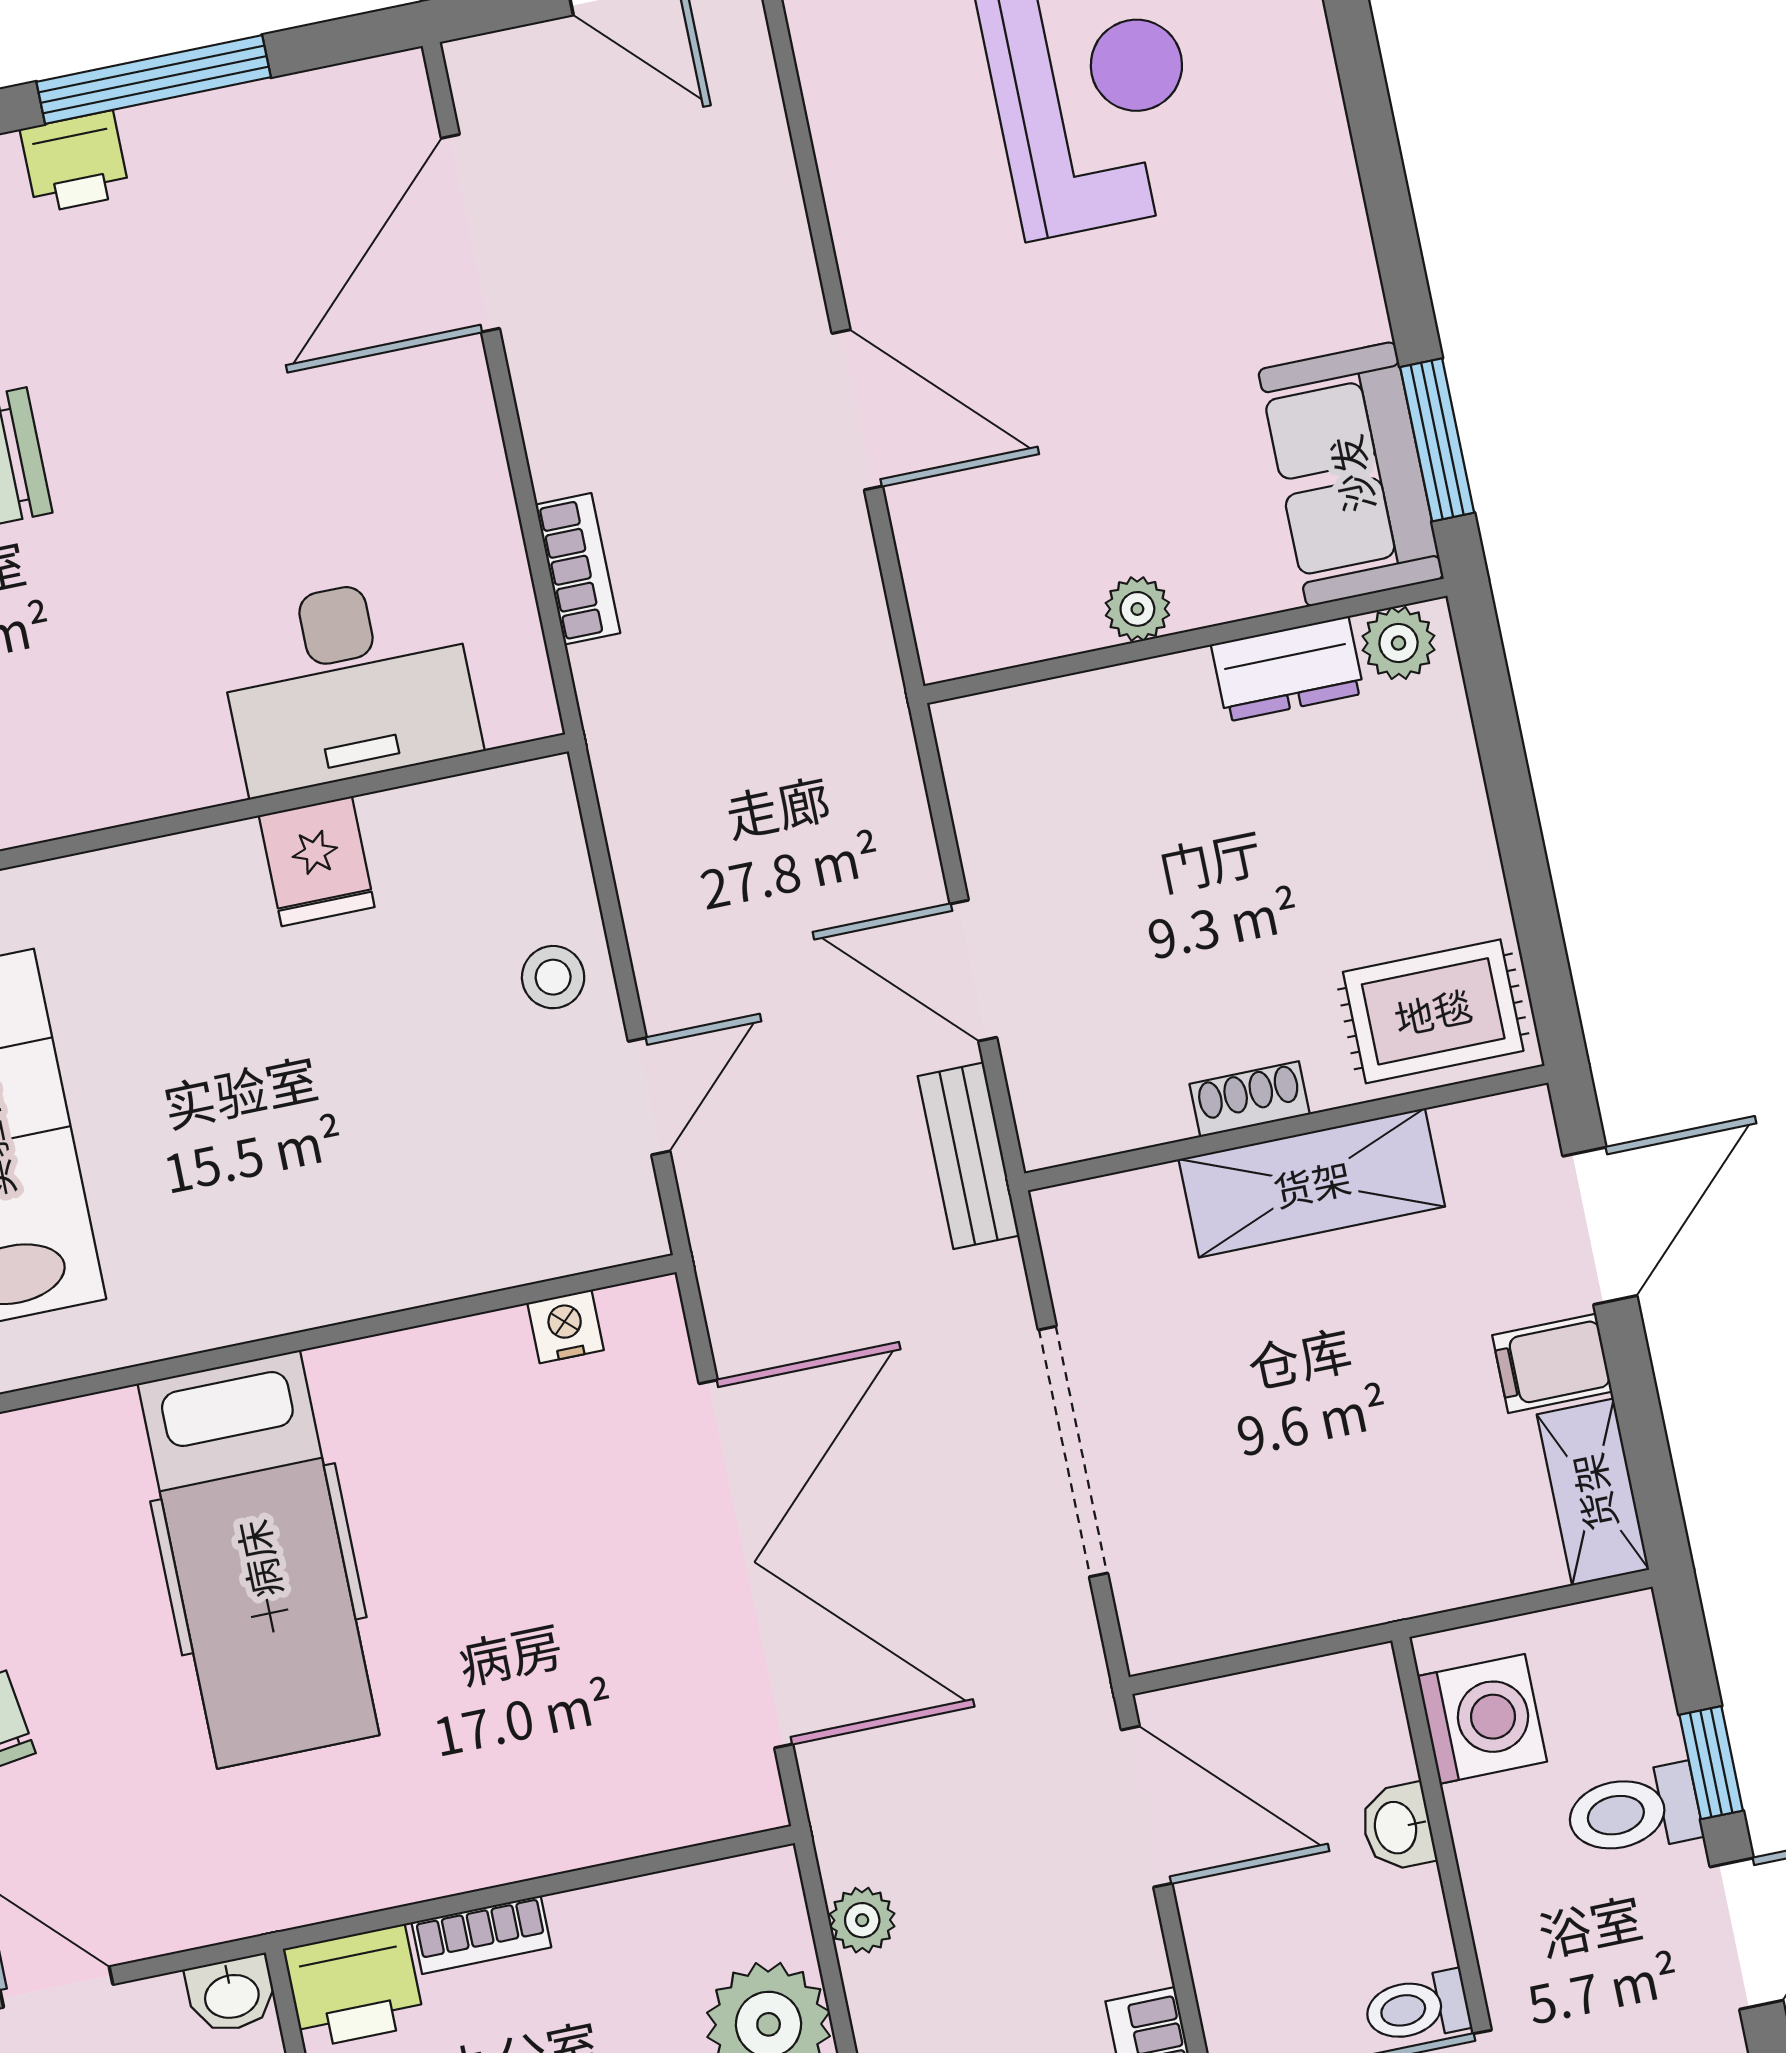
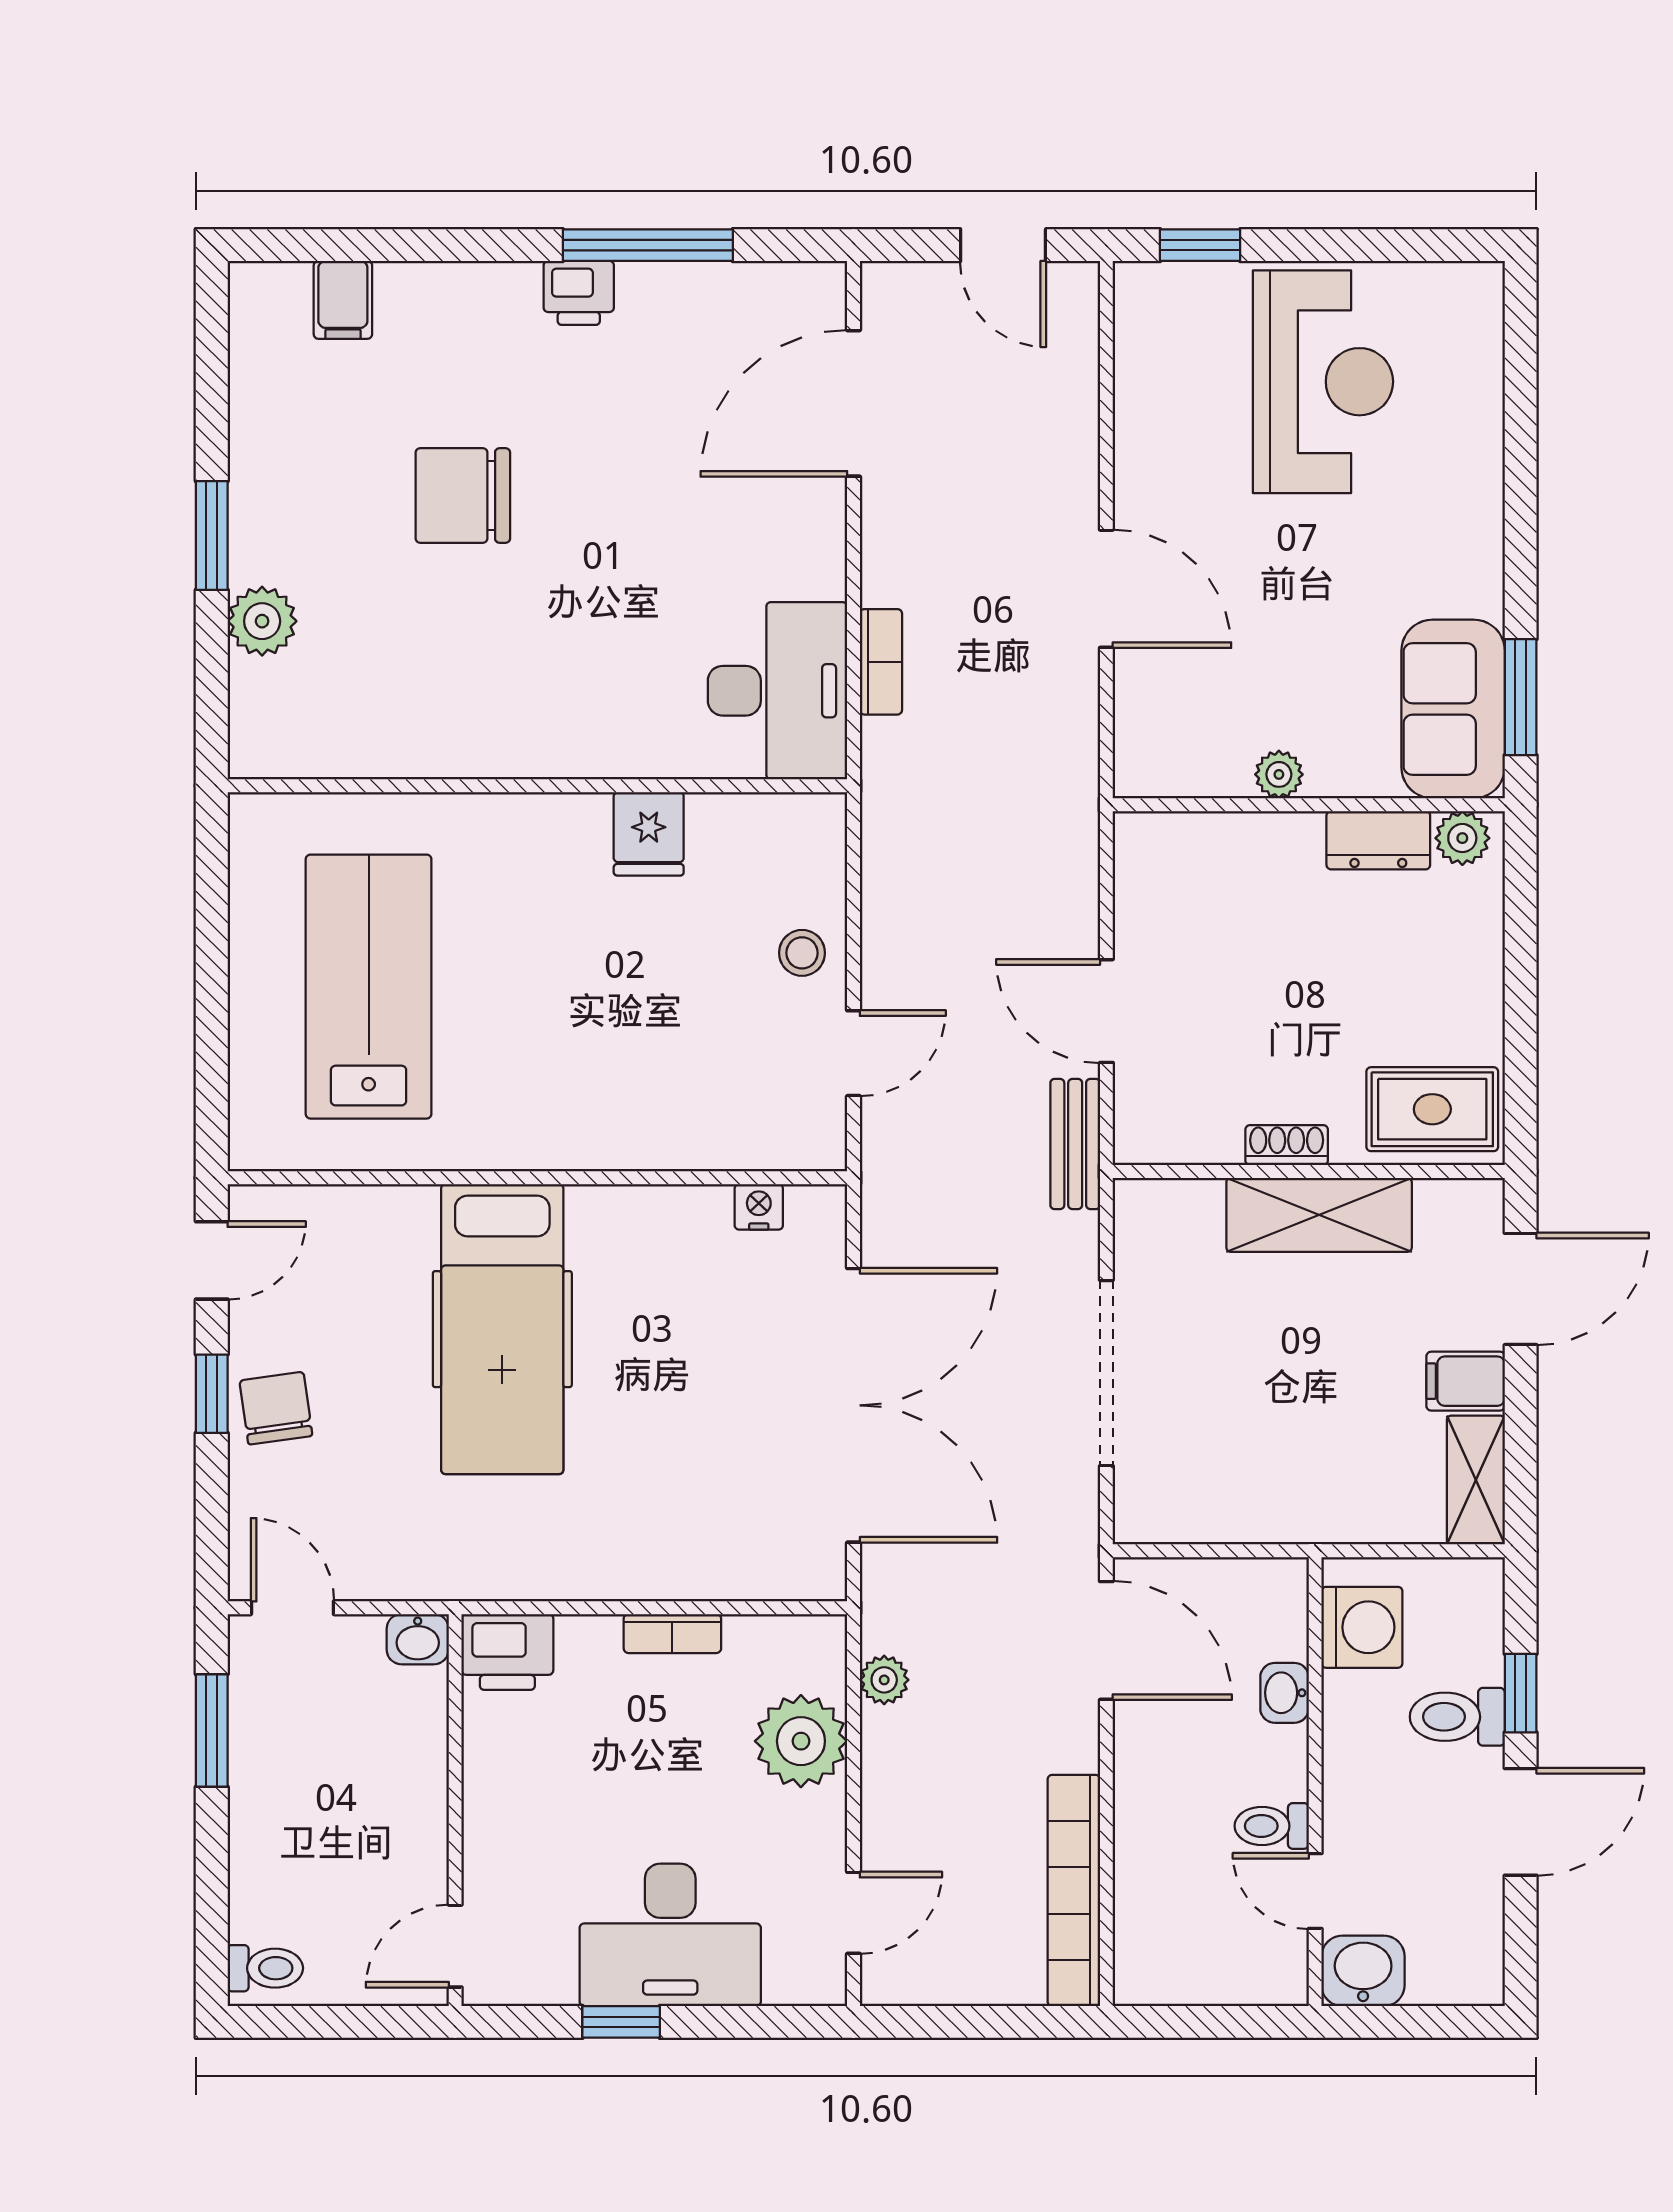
desk: (348, 683) -> (777, 691), moved, turned -90
bookcase: (481, 1935) -> (672, 1634), moved

